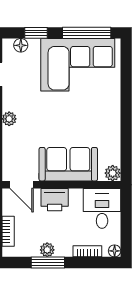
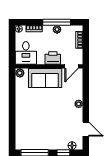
corner sofa: (78, 65) -> (40, 135), removed
door: (22, 185) -> (72, 66), swing flipped
window: (48, 262) -> (57, 22), width x1.44

